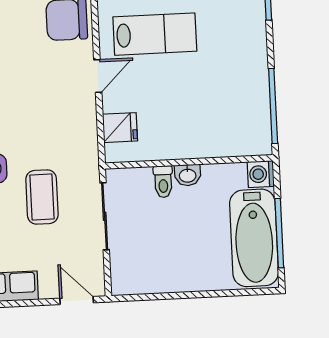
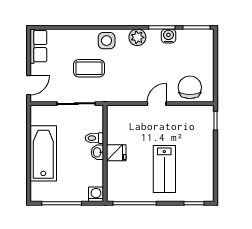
lab bench: (155, 34) -> (164, 169), moved
door: (98, 76) -> (157, 104), swing flipped
fridge: (120, 128) -> (116, 153), moved, turned -90
bathtub: (254, 238) -> (43, 153), moved, turned 90

